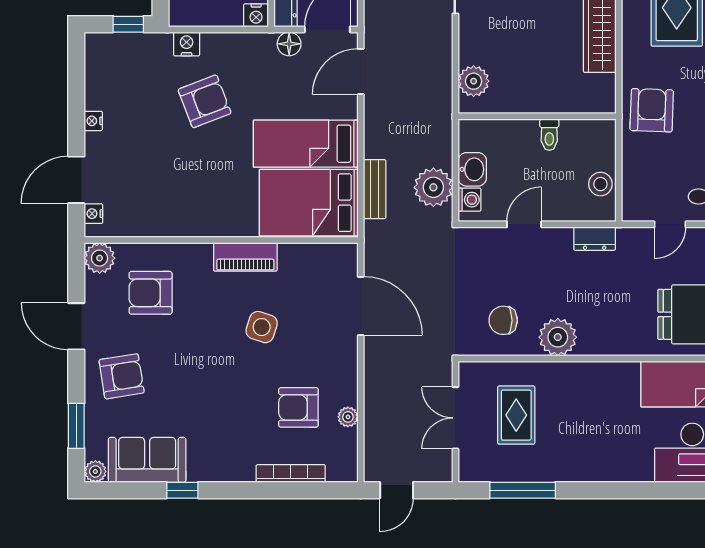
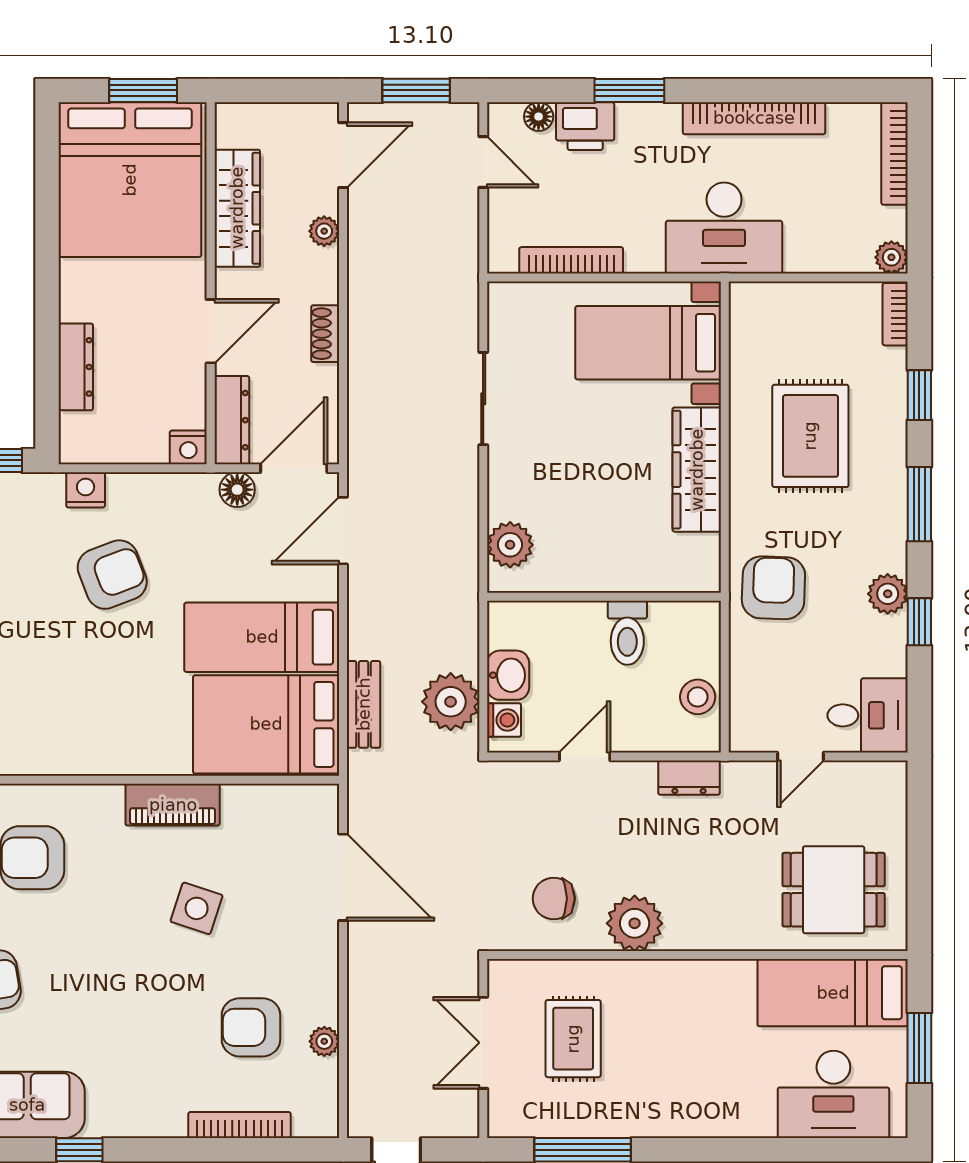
toilet: (549, 135) -> (627, 633), width x1.37, depth x1.39

